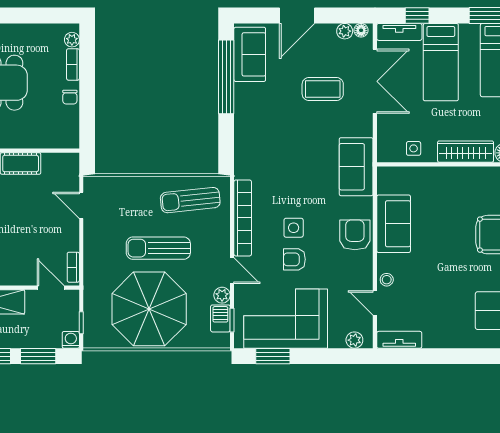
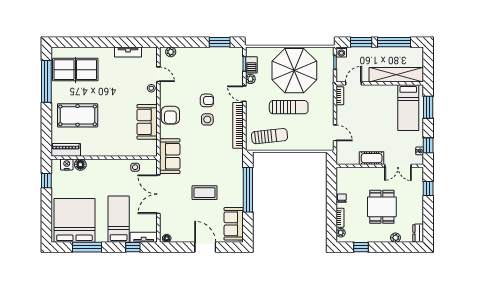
window: (38, 16) -> (361, 247), added
door: (297, 16) -> (205, 247), hinge flipped
plant: (345, 31) -> (177, 238), removed
window: (226, 77) -> (248, 190), moved
double door: (375, 81) -> (158, 194), moved
coffee table: (323, 89) -> (205, 193), moved
wardrobe: (466, 152) -> (104, 165), removed
door: (51, 288) -> (354, 83), swing flipped
corner sofa: (286, 319) -> (212, 65), removed
tv unit: (399, 340) -> (128, 52), moved

